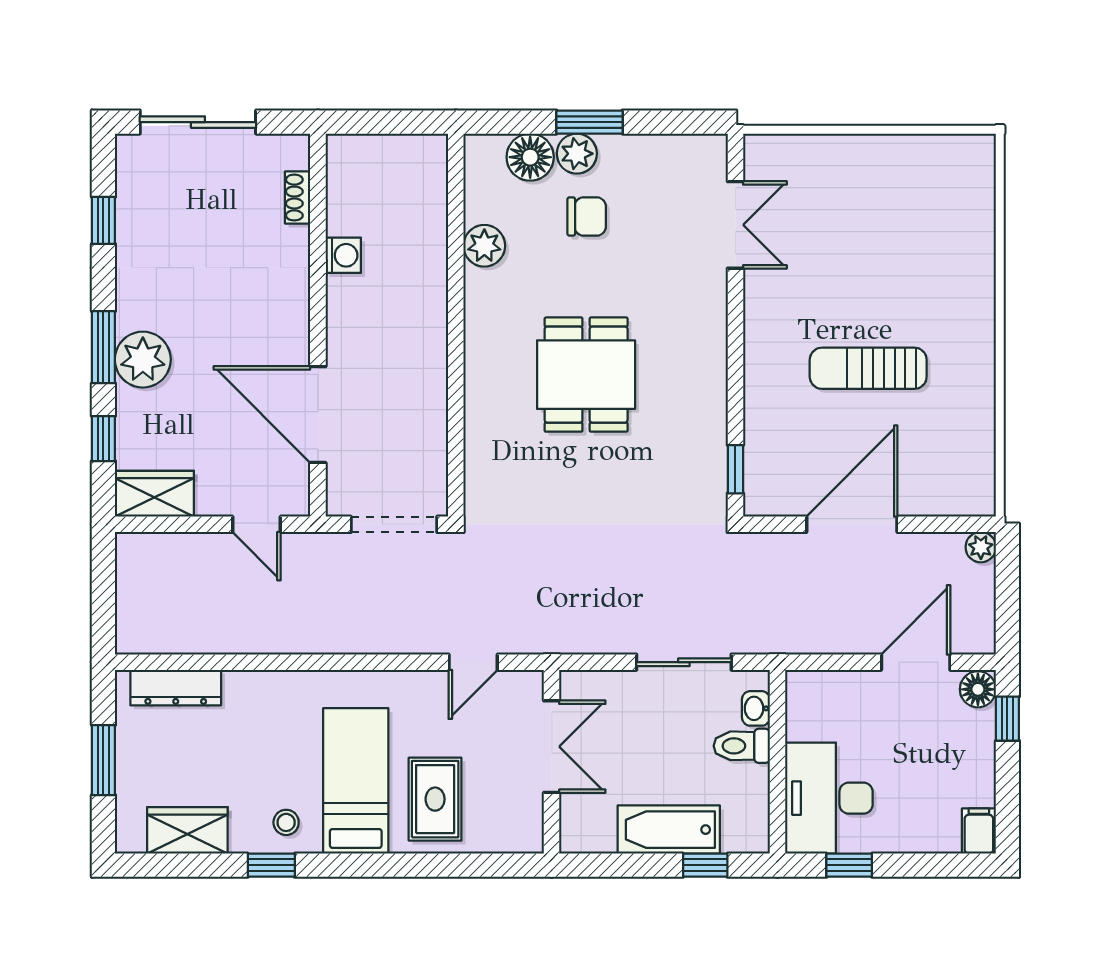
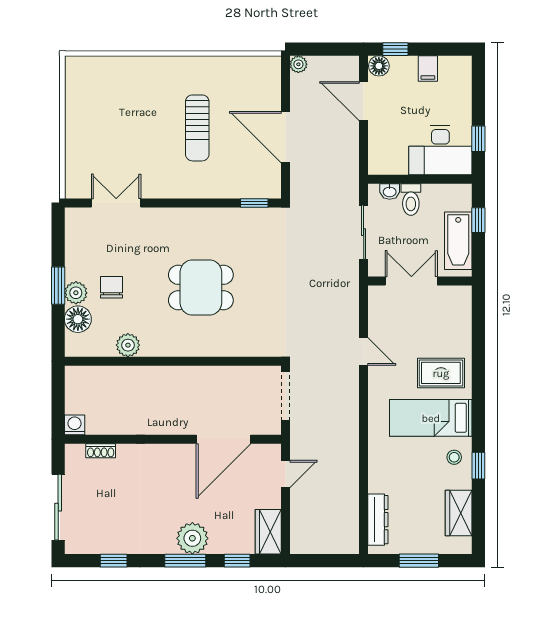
washing machine: (343, 255) -> (75, 425), moved
double door: (552, 747) -> (411, 281), moved
wall: (552, 762) -> (420, 281), moved
filing cabinet: (979, 831) -> (428, 69), moved, turned -90

